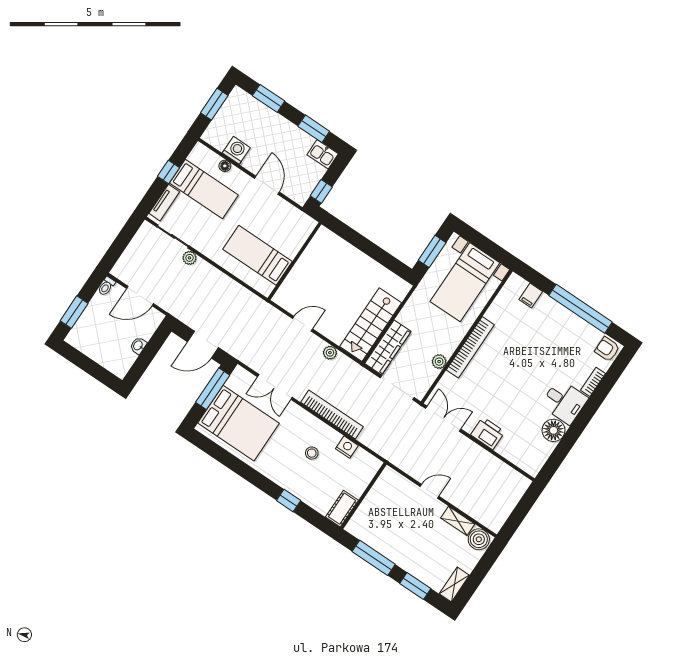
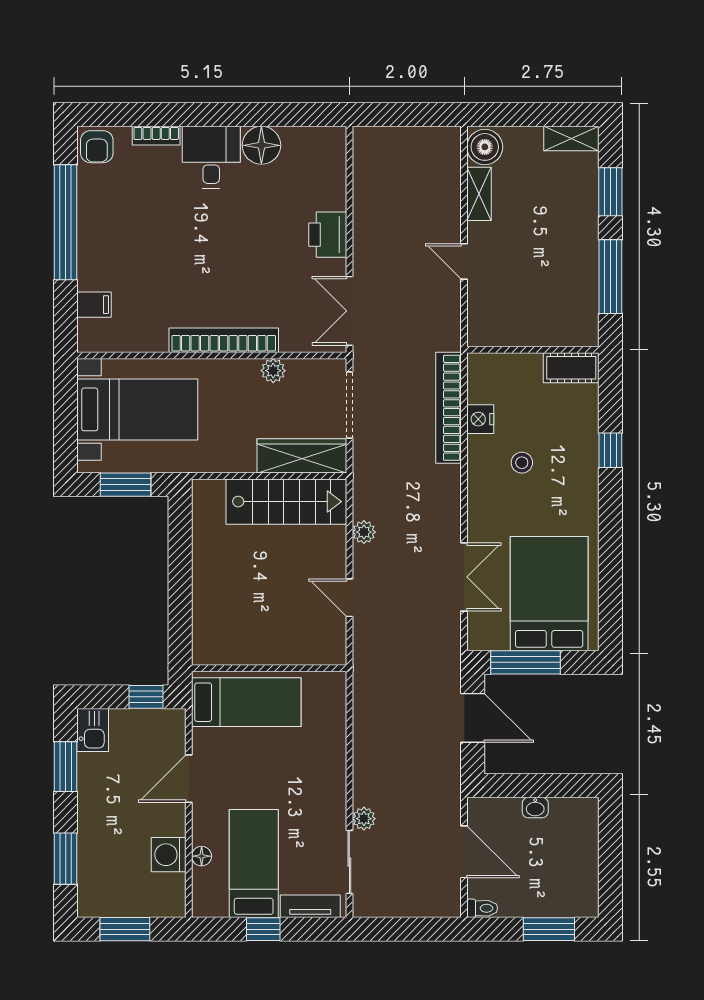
bed: (258, 255) -> (246, 702), moved, turned -90
bookcase: (332, 414) -> (449, 408), moved

